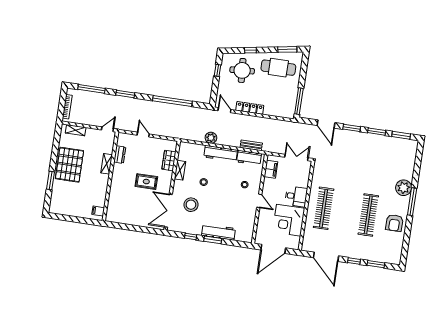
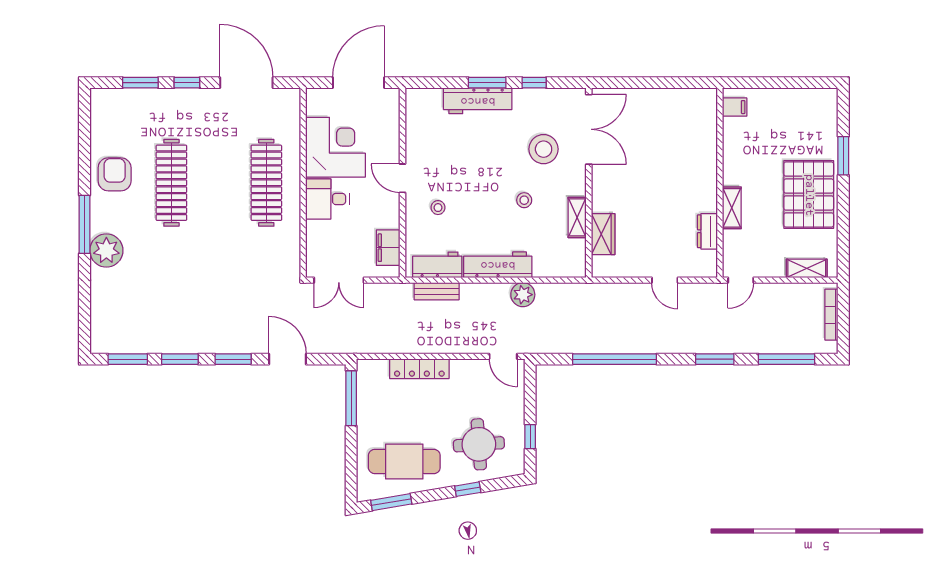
locker: (250, 108) -> (419, 369), moved
rug: (146, 182) -> (644, 183), removed

